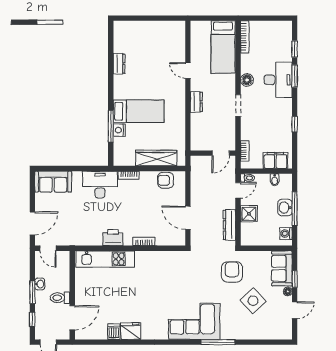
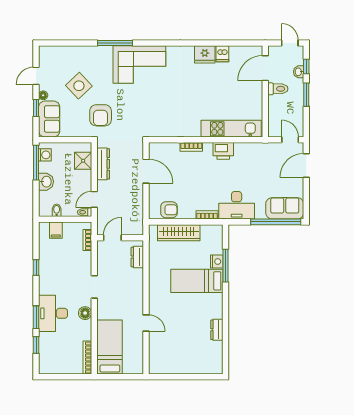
dresser: (196, 102) -> (137, 257), moved
filing cabinet: (275, 160) -> (56, 230), width x0.50
window: (62, 169) -> (276, 222), added
window: (295, 209) -> (36, 163), moved
shower: (249, 214) -> (83, 161), moved
washbasin: (40, 284) -> (299, 72), moved

